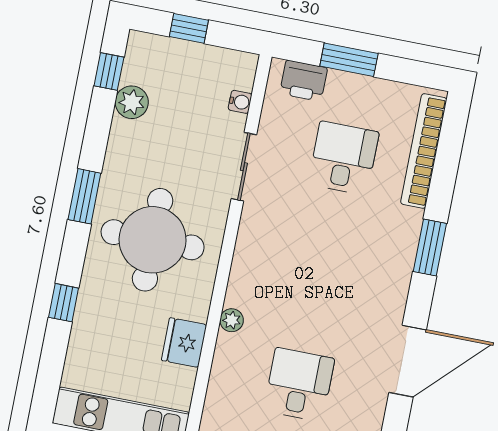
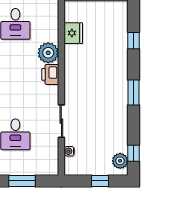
printer: (304, 81) -> (50, 74), moved, turned -90
plant: (132, 102) -> (120, 161), moved
round table: (153, 240) -> (98, 78), removed
plant: (232, 320) -> (48, 53), width x1.88, depth x1.88

